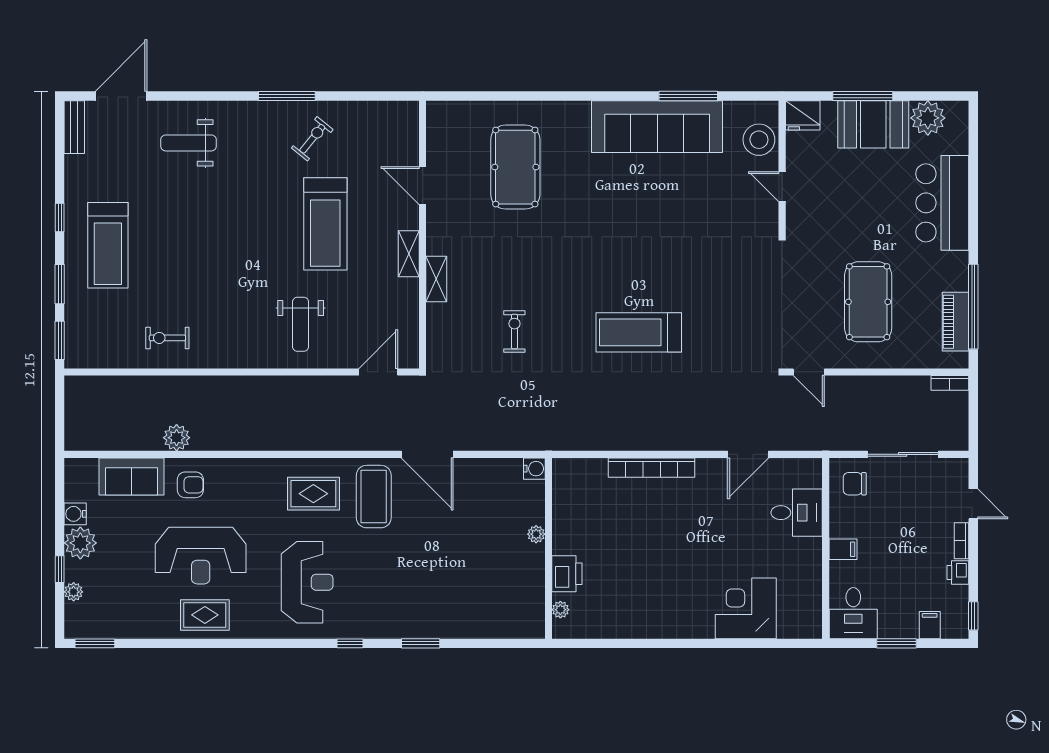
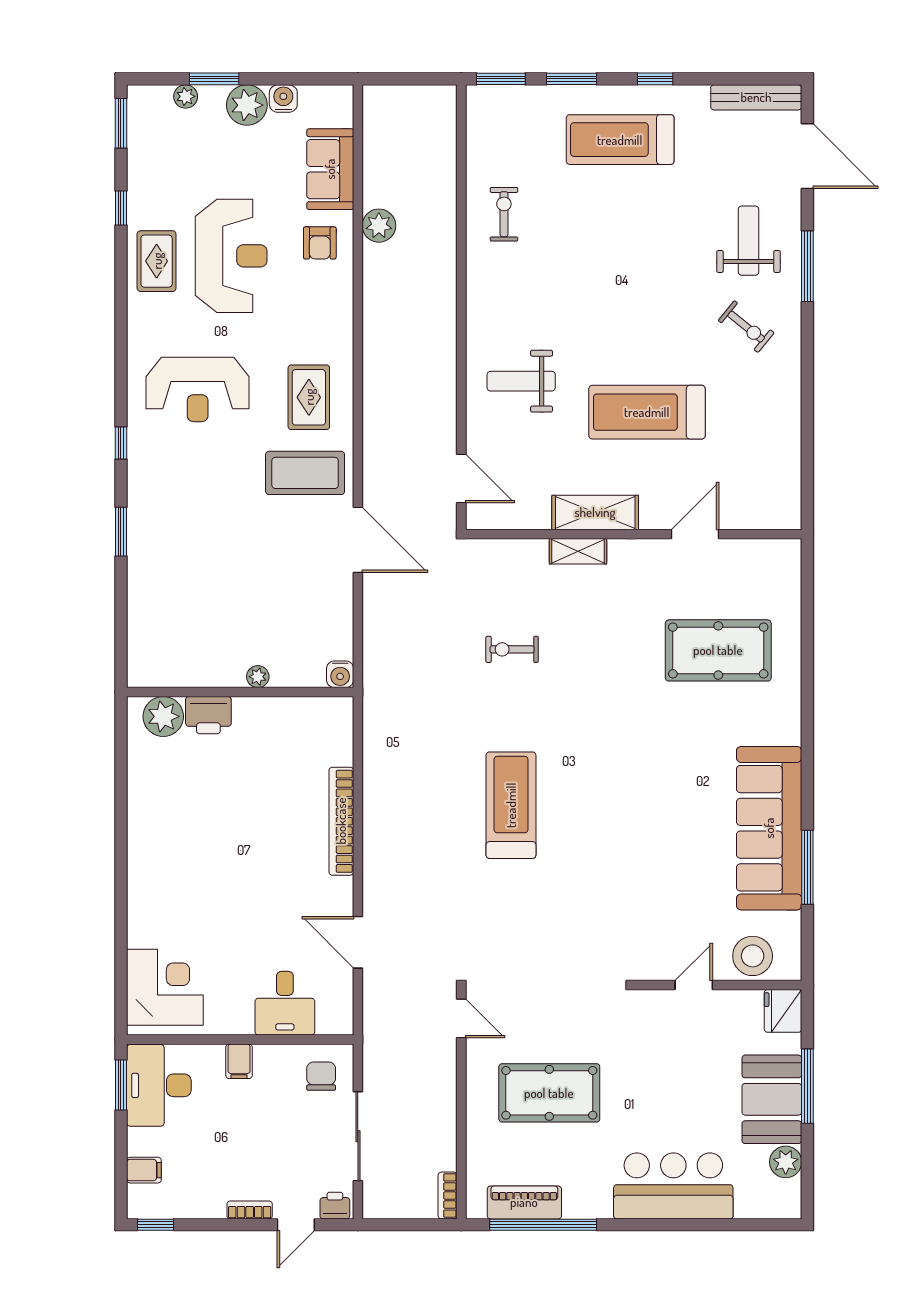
window: (287, 96) -> (807, 266), moved
plant: (928, 118) -> (786, 1162), width x0.73, depth x0.73
bench: (74, 127) -> (756, 97), width x1.36
exercise bike: (312, 139) -> (746, 327), moved
shelving: (409, 254) -> (595, 512), width x1.50, depth x1.33
exercise bike: (514, 332) -> (512, 649), turned 180
door: (809, 372) -> (461, 1018), swing flipped
door: (427, 454) -> (358, 540), swing flipped
reception desk: (201, 556) -> (231, 256), turned 180
window: (60, 569) -> (214, 79), width x1.50
printer: (958, 572) -> (335, 1206), moved
corner desk: (746, 608) -> (165, 987), moved
plant: (560, 610) -> (163, 716), width x1.88, depth x1.88
desk: (853, 613) -> (159, 1085), width x1.37
window: (162, 643) -> (121, 208), added
window: (896, 643) -> (121, 1085), moved

